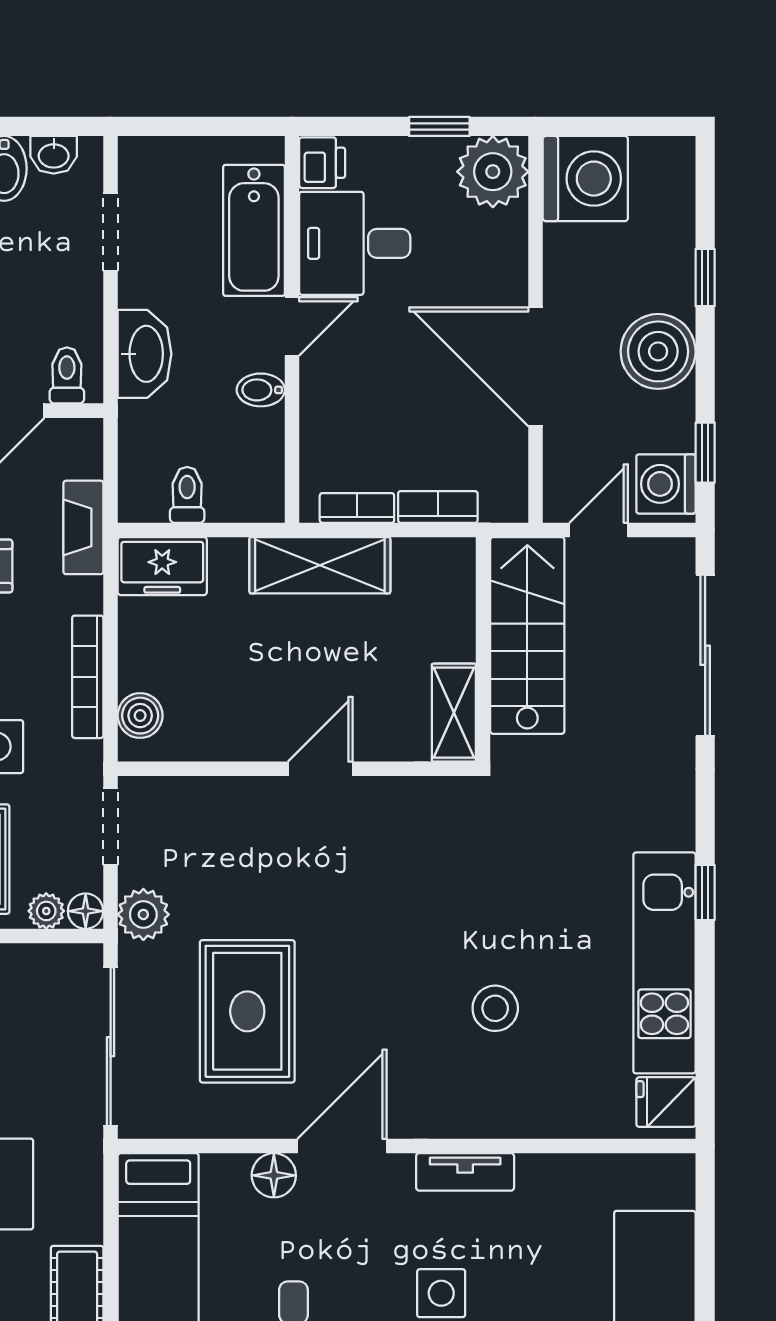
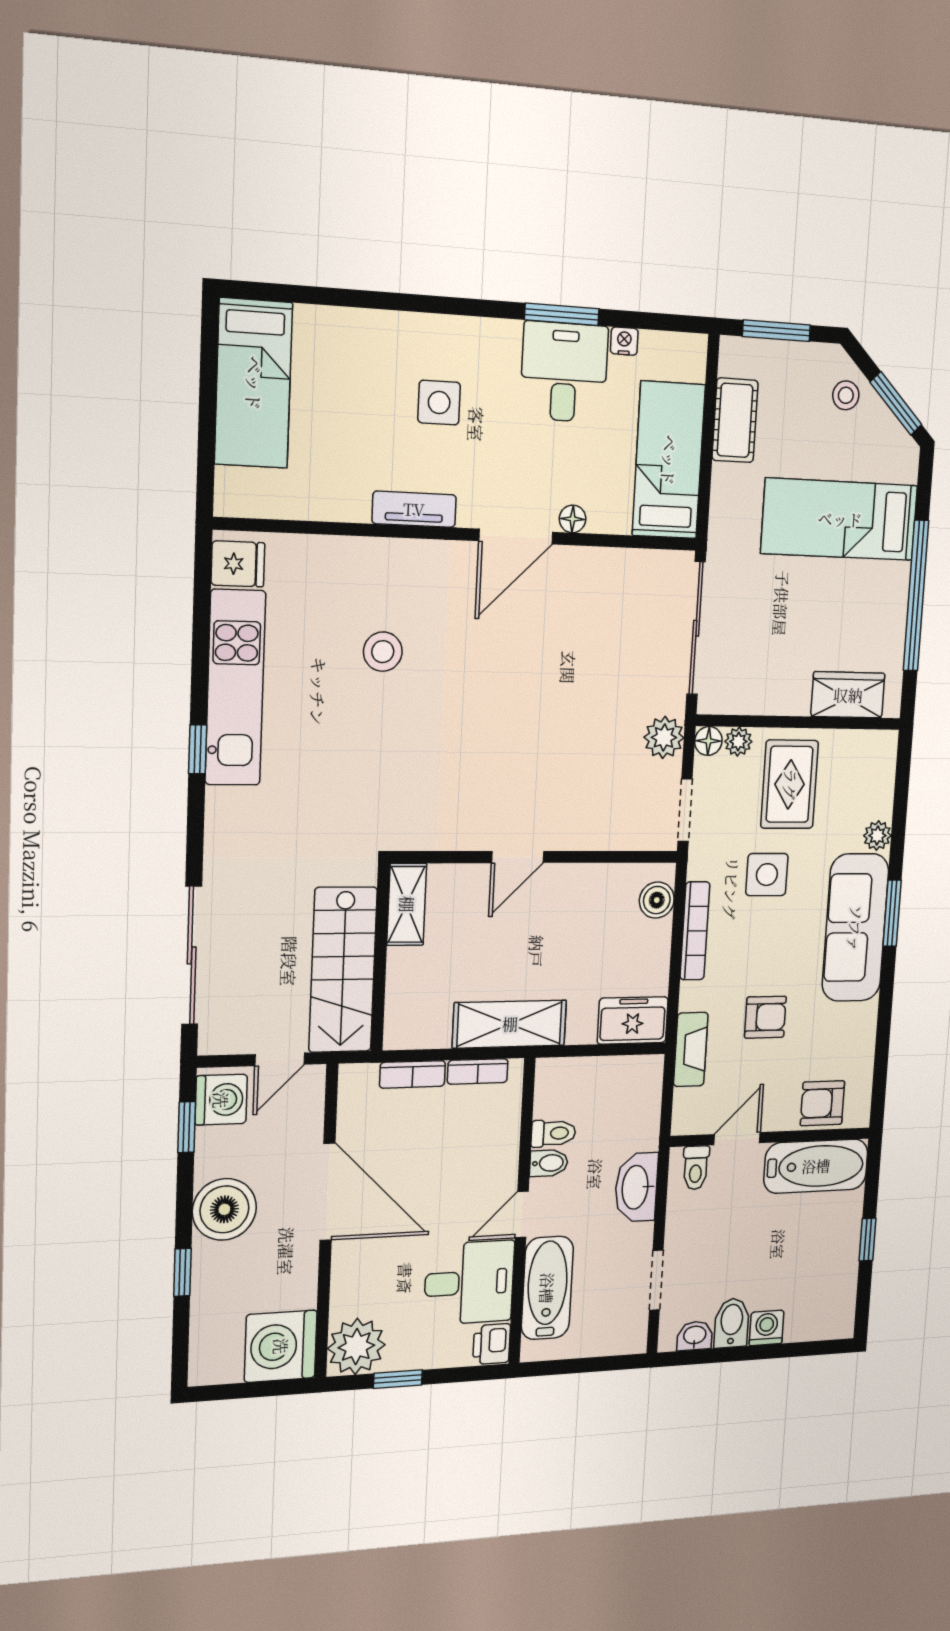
toilet: (187, 495) -> (553, 1133), moved, turned -90
rug: (247, 1011) -> (587, 655), removed
floor lamp: (274, 1175) -> (573, 519), width x0.73, depth x0.73

